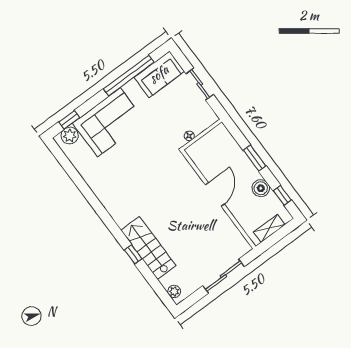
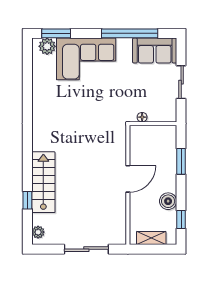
window: (69, 120) -> (56, 33), width x1.50
window: (255, 158) -> (181, 161), moved
window: (133, 254) -> (27, 200), moved

